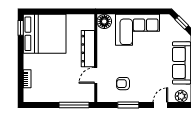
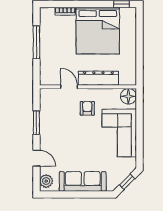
bed: (45, 34) -> (98, 31), moved
armchair: (123, 84) -> (87, 108), moved
window: (74, 105) -> (36, 42), moved

